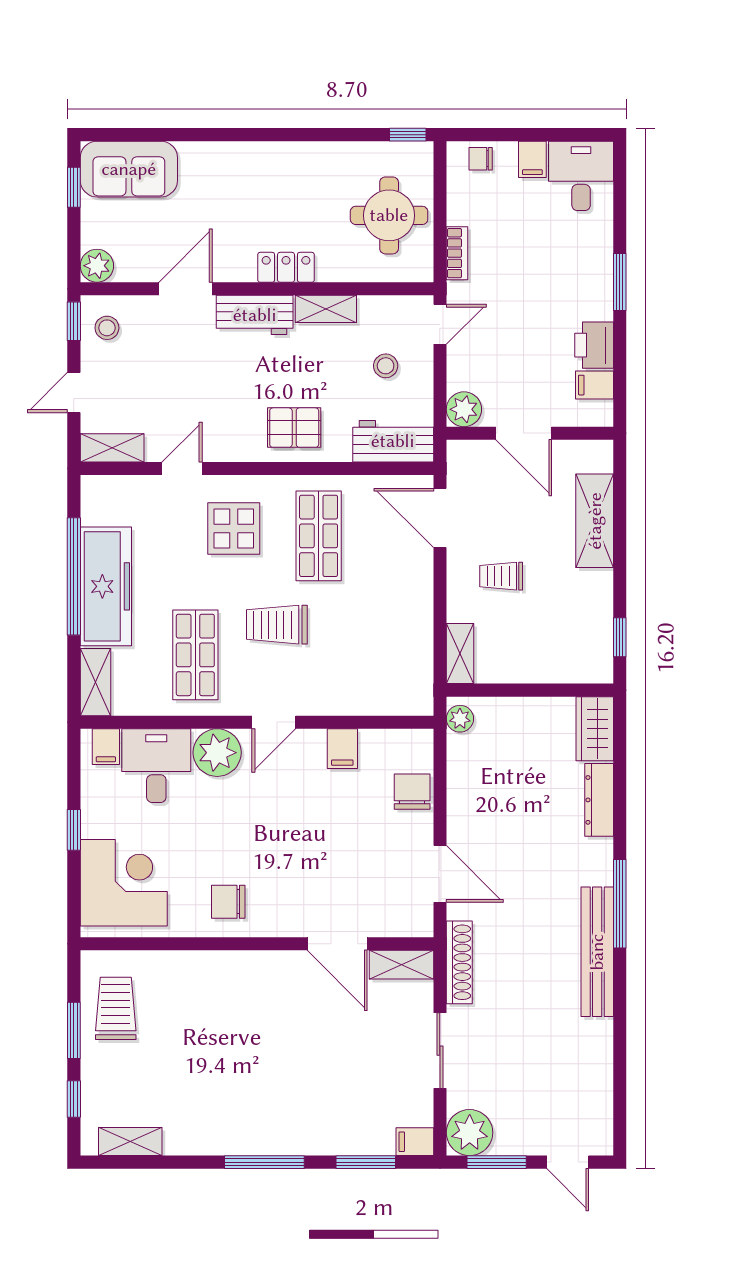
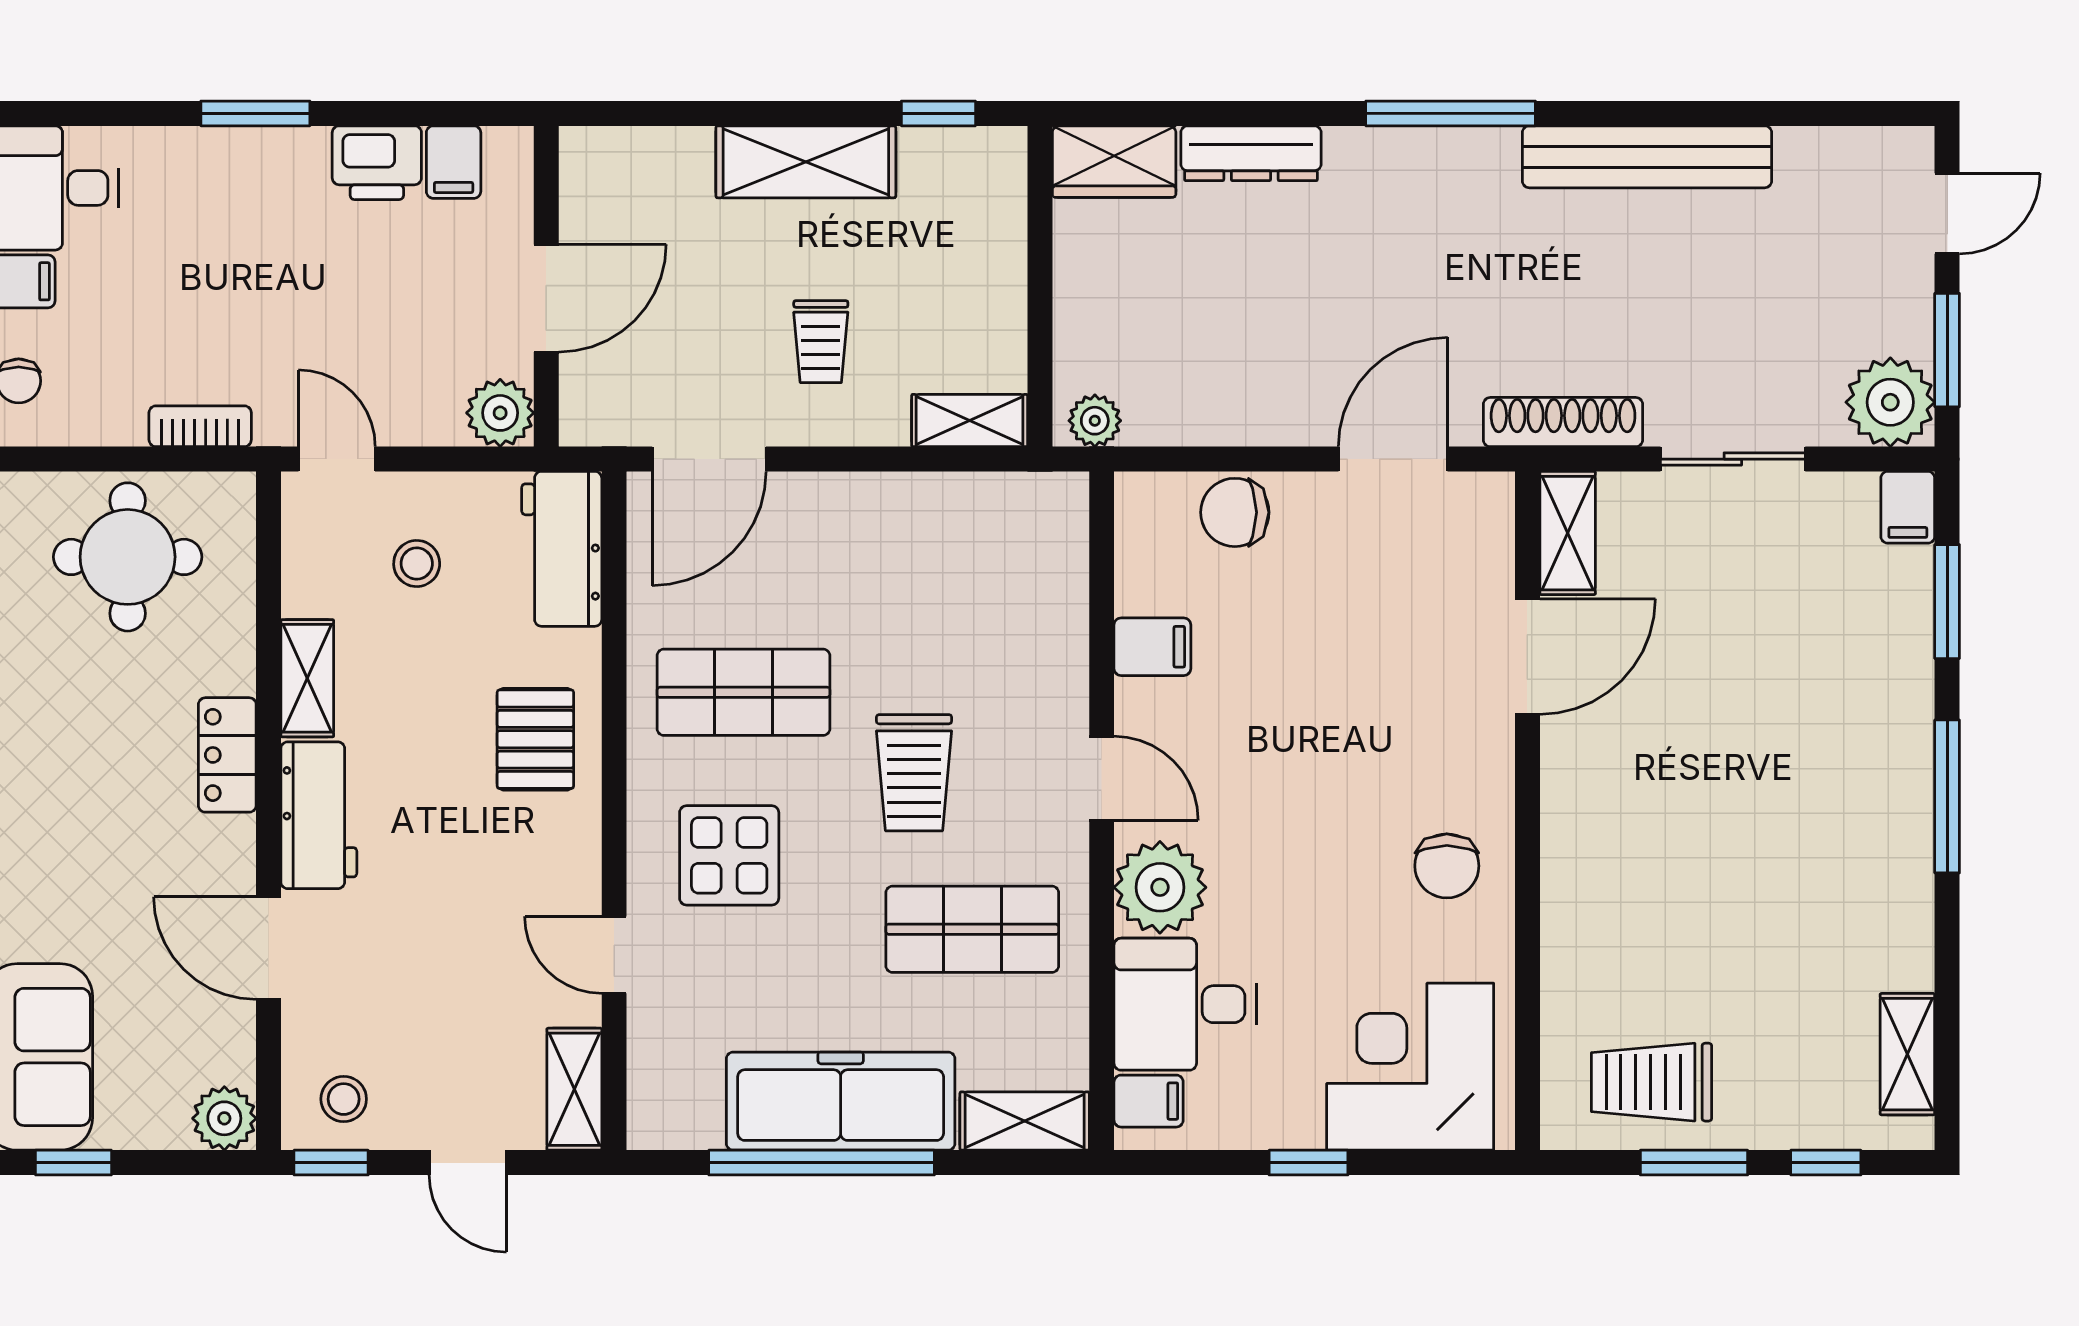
shelving: (595, 521) -> (806, 162), moved
bench: (597, 952) -> (1647, 157), moved

